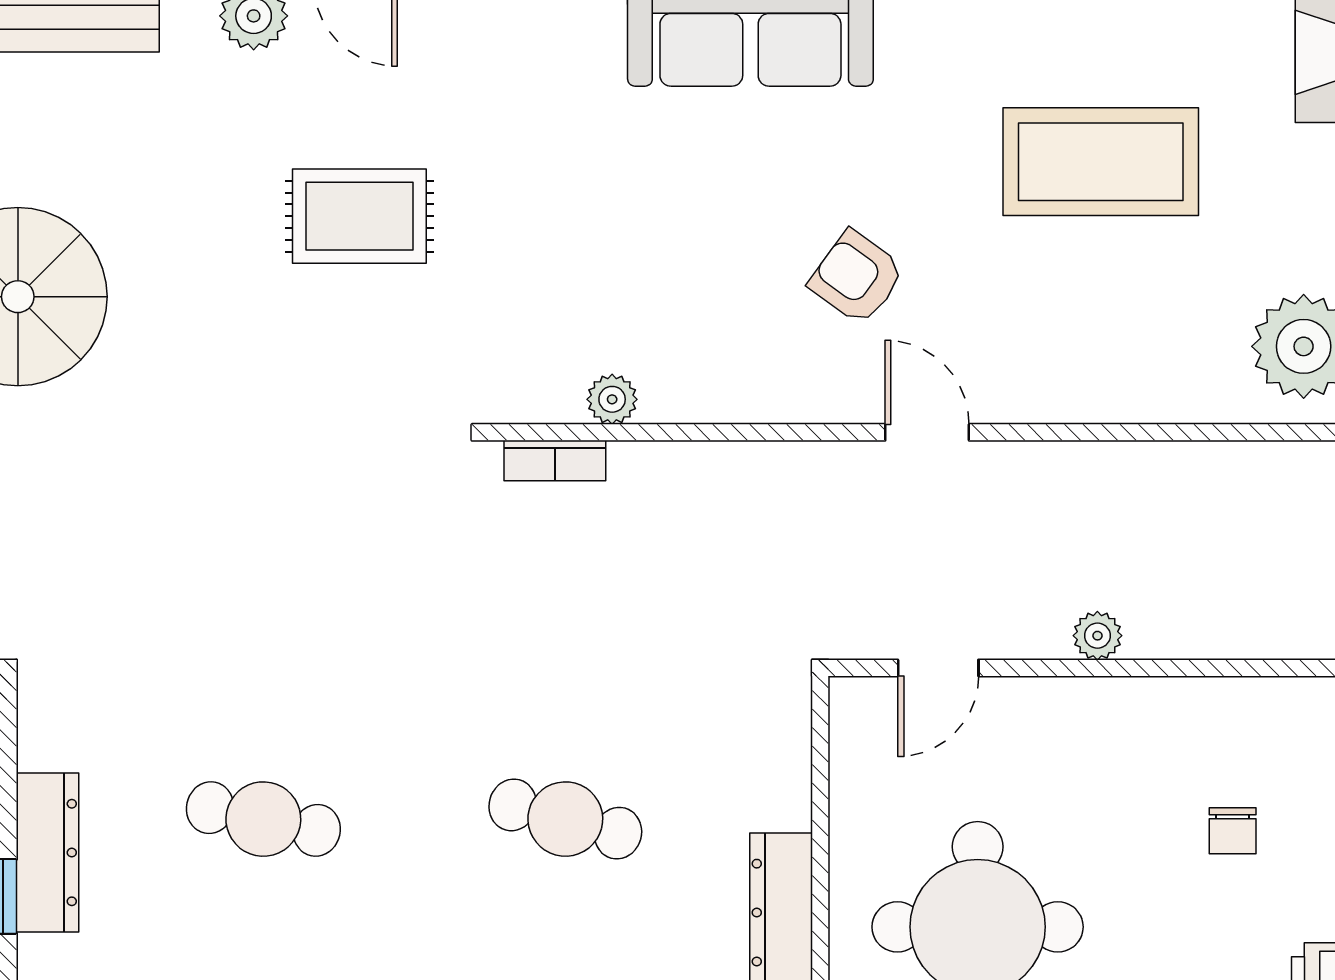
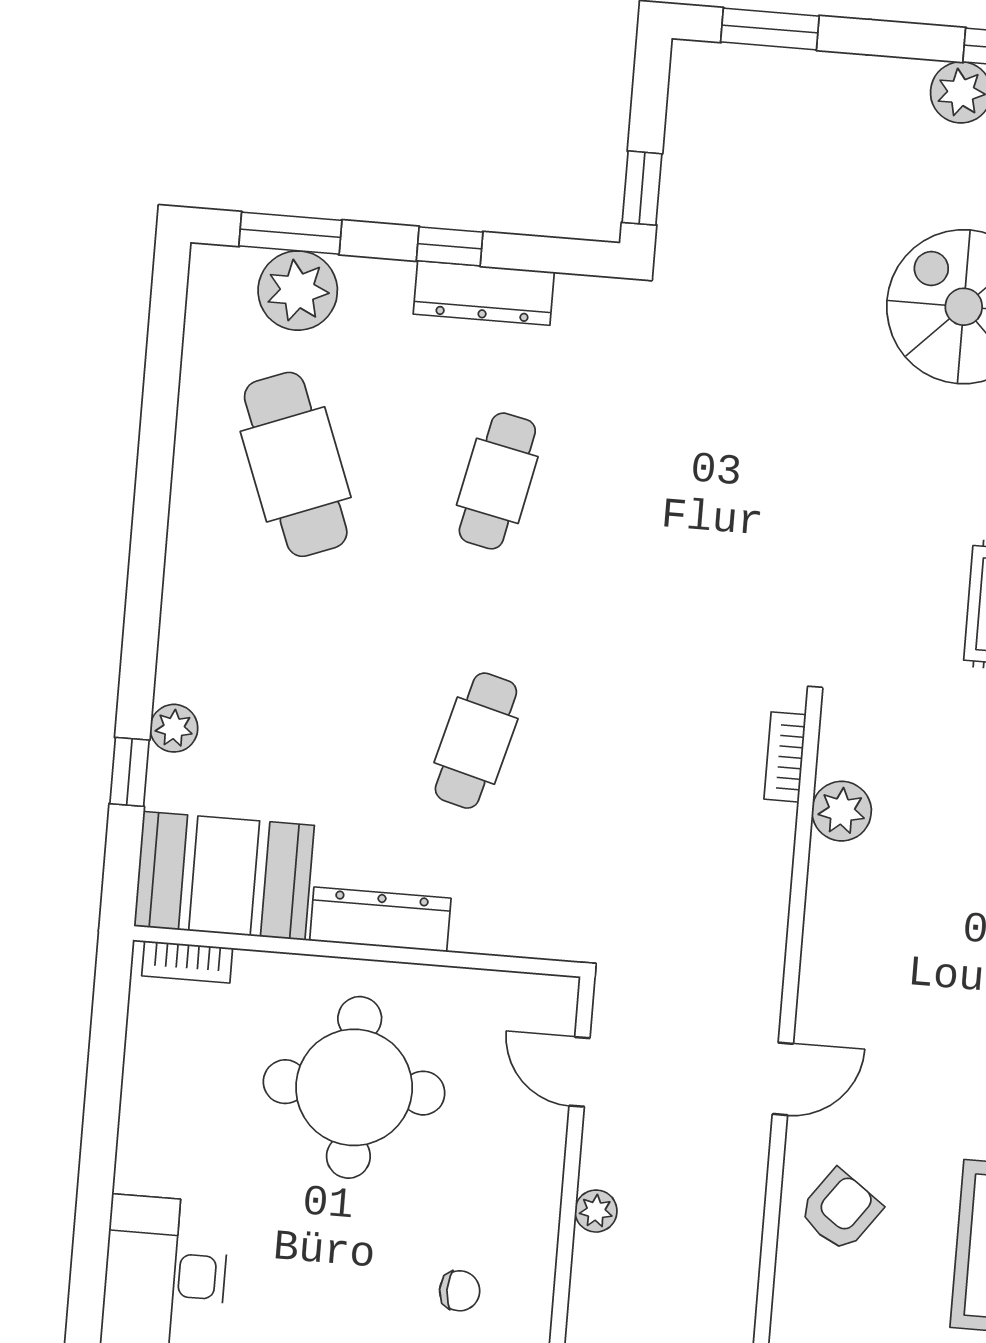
armchair: (857, 277) -> (840, 1210), moved
plant: (612, 399) -> (842, 811), width x1.38, depth x1.38
chair: (1233, 831) -> (460, 1291), moved, turned 180

